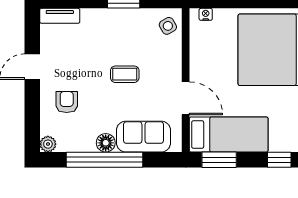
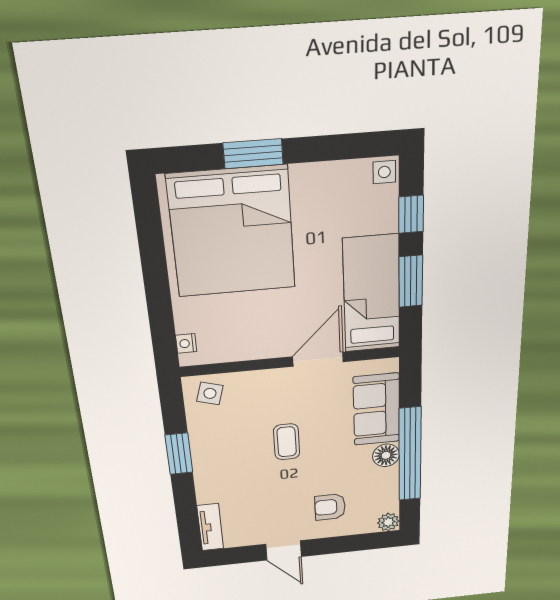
side table: (168, 26) -> (210, 393), turned 45
window: (219, 160) -> (411, 281), moved

